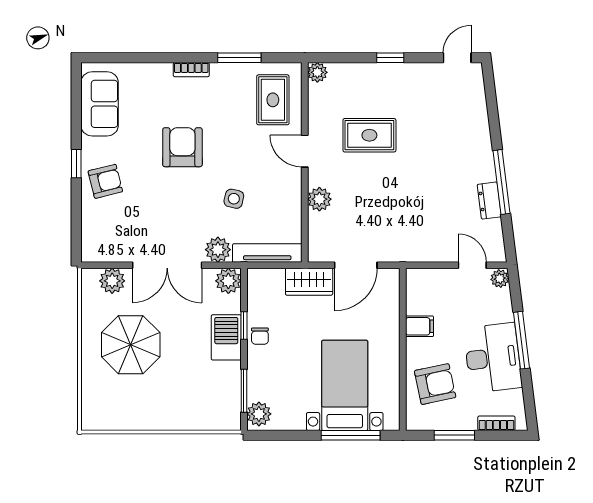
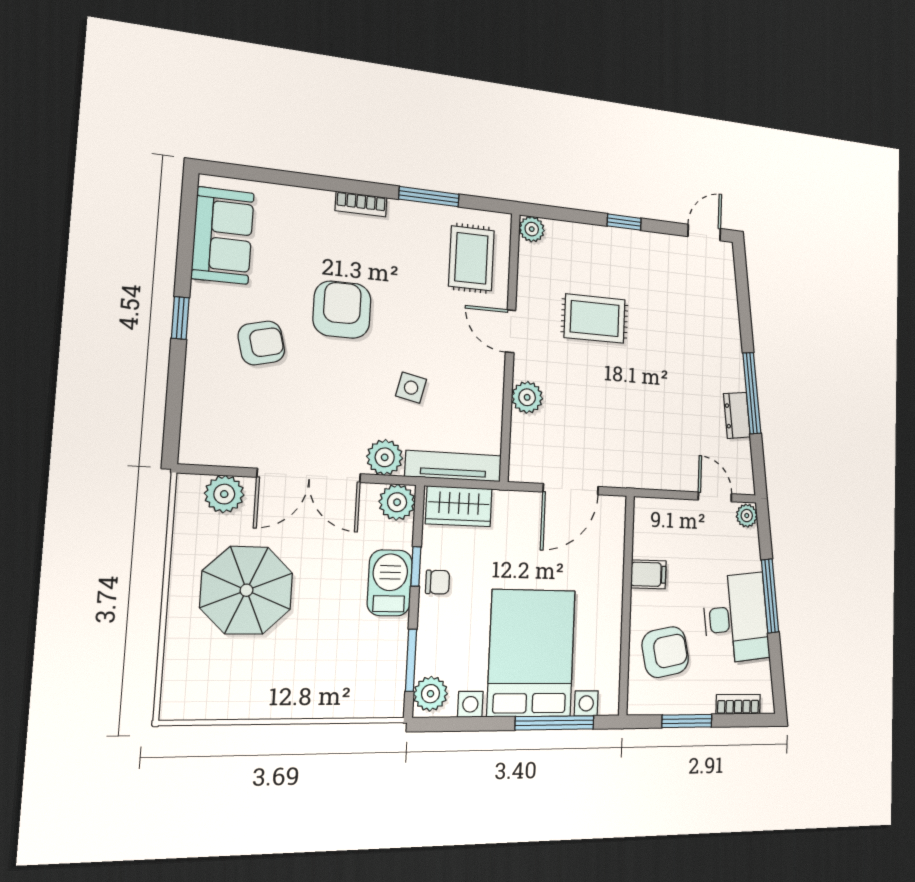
armchair: (105, 181) -> (261, 343), moved
wardrobe: (309, 282) -> (459, 506), moved
chair: (260, 336) -> (438, 582), turned -90
bed with nightstands: (345, 385) -> (531, 653), width x1.36

